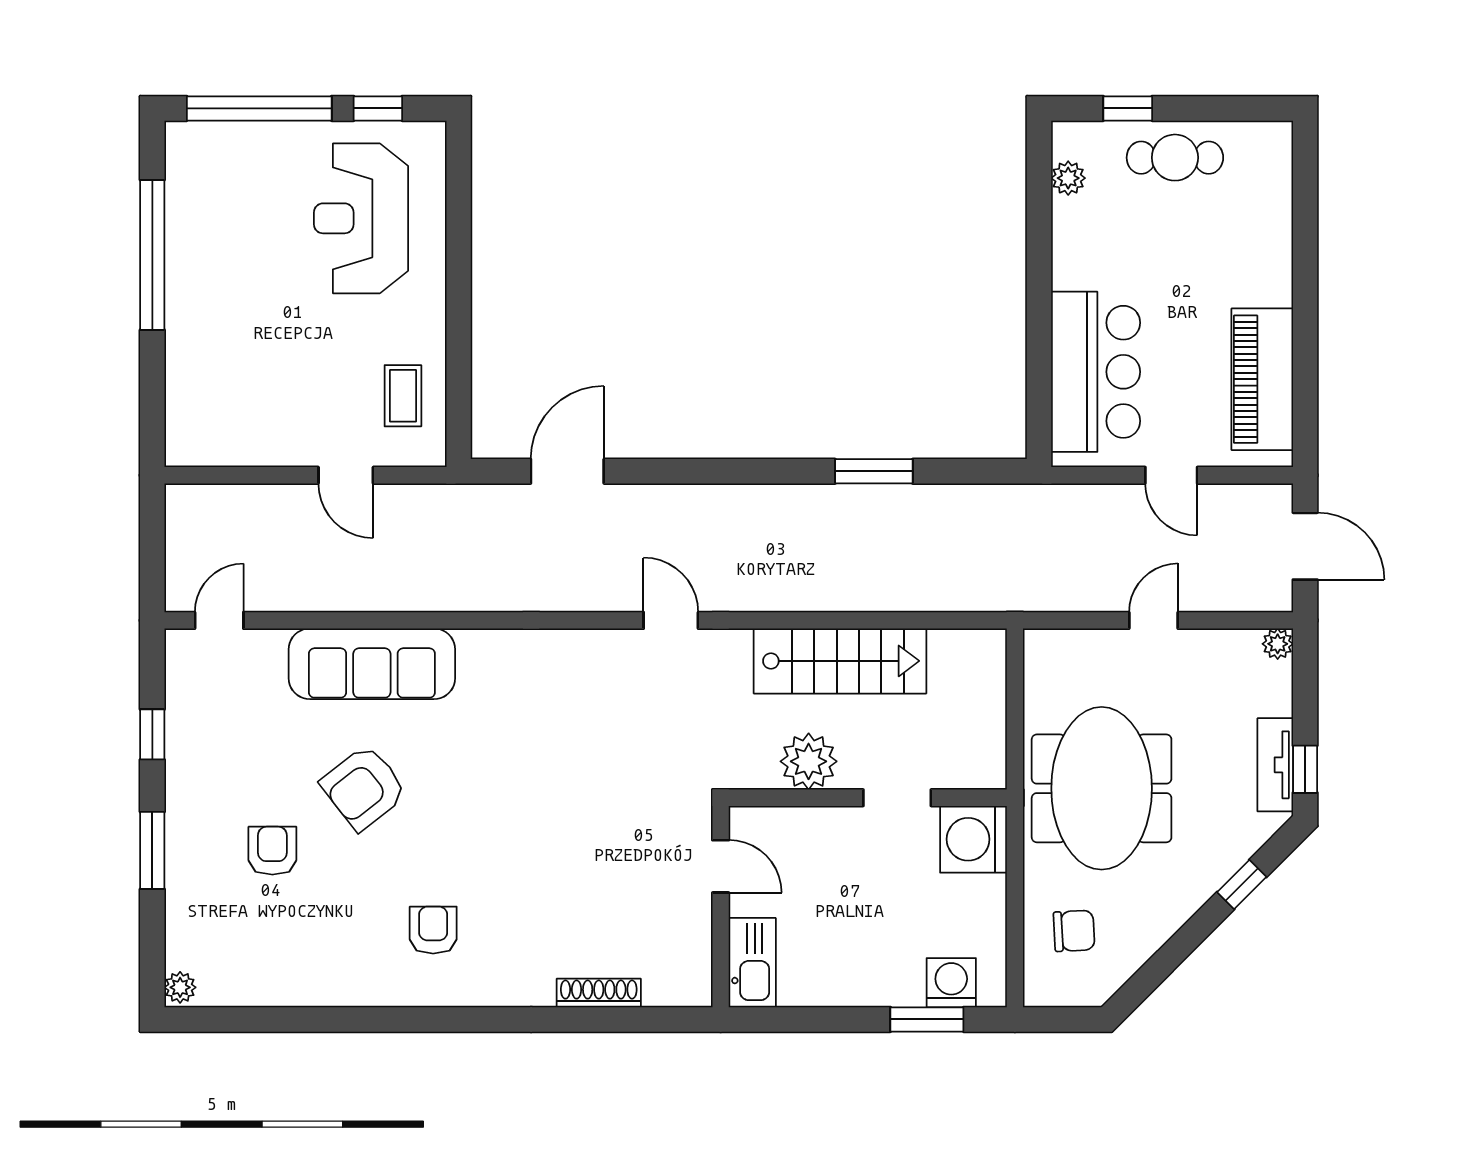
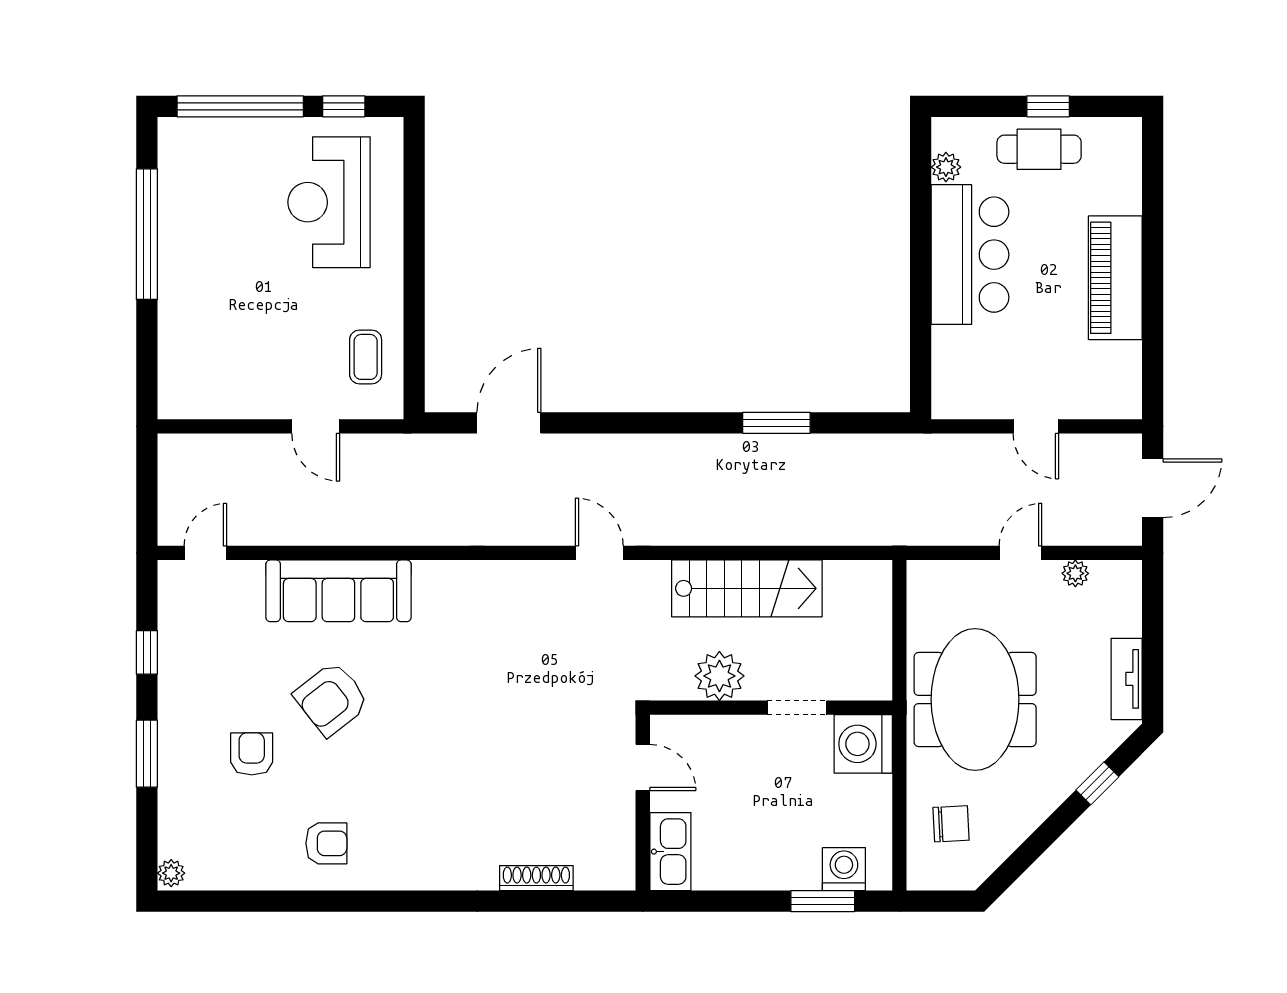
window: (1128, 108) -> (1048, 106), moved
bar counter: (1096, 372) -> (970, 255), moved
piano: (1262, 379) -> (1115, 278), moved
door: (1305, 546) -> (1153, 488), hinge flipped
plant: (1278, 644) -> (1075, 573), moved
window: (1305, 769) -> (1153, 683), removed
armchair: (433, 930) -> (326, 843), moved, turned 90

